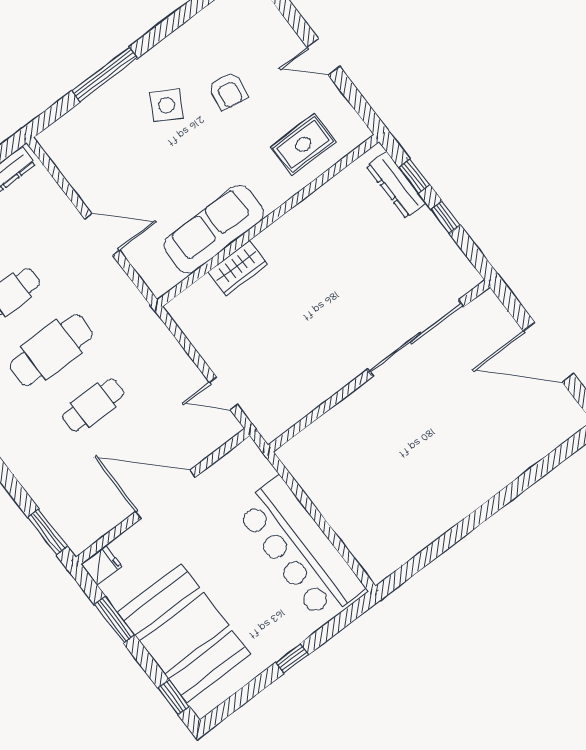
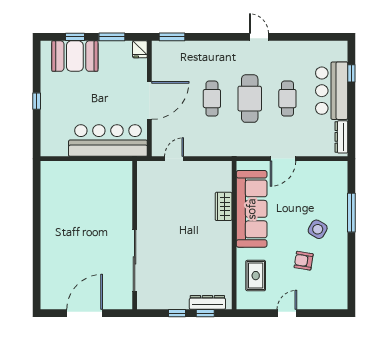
sofa: (214, 229) -> (252, 209), width x1.36, depth x1.27
bar counter: (300, 549) -> (108, 141), moved
booth: (184, 633) -> (75, 56), width x0.73, depth x0.70
window: (173, 697) -> (75, 37), moved

